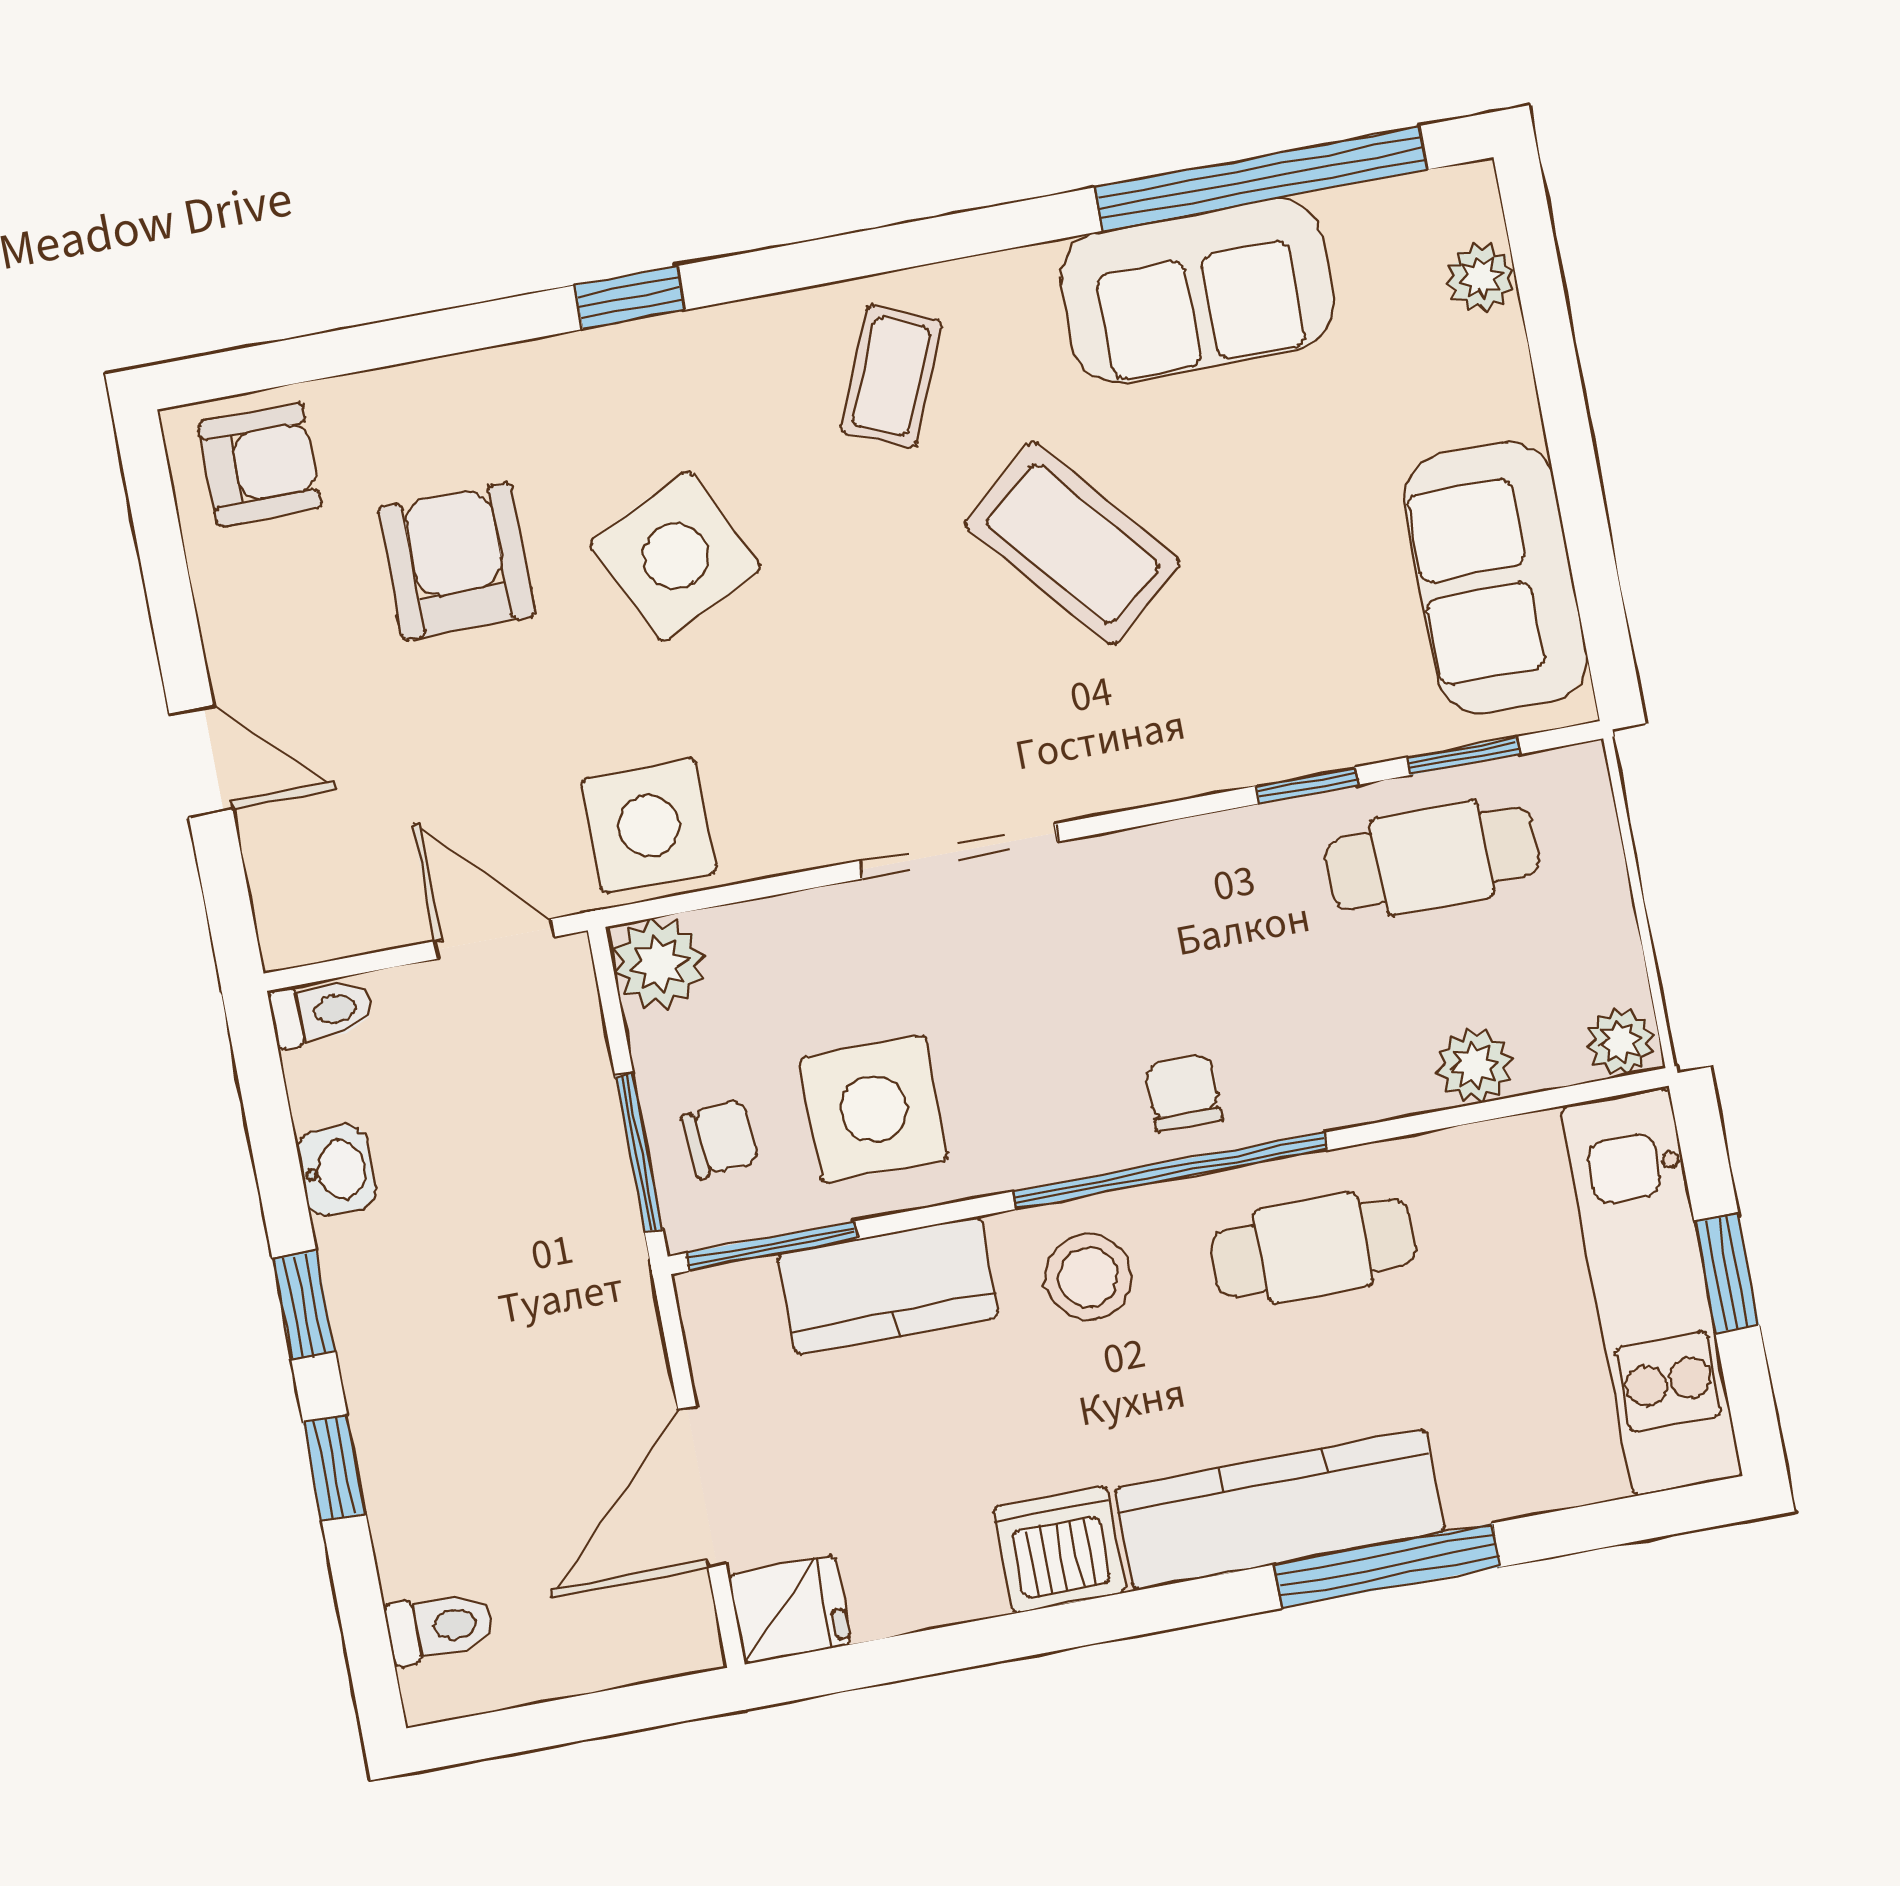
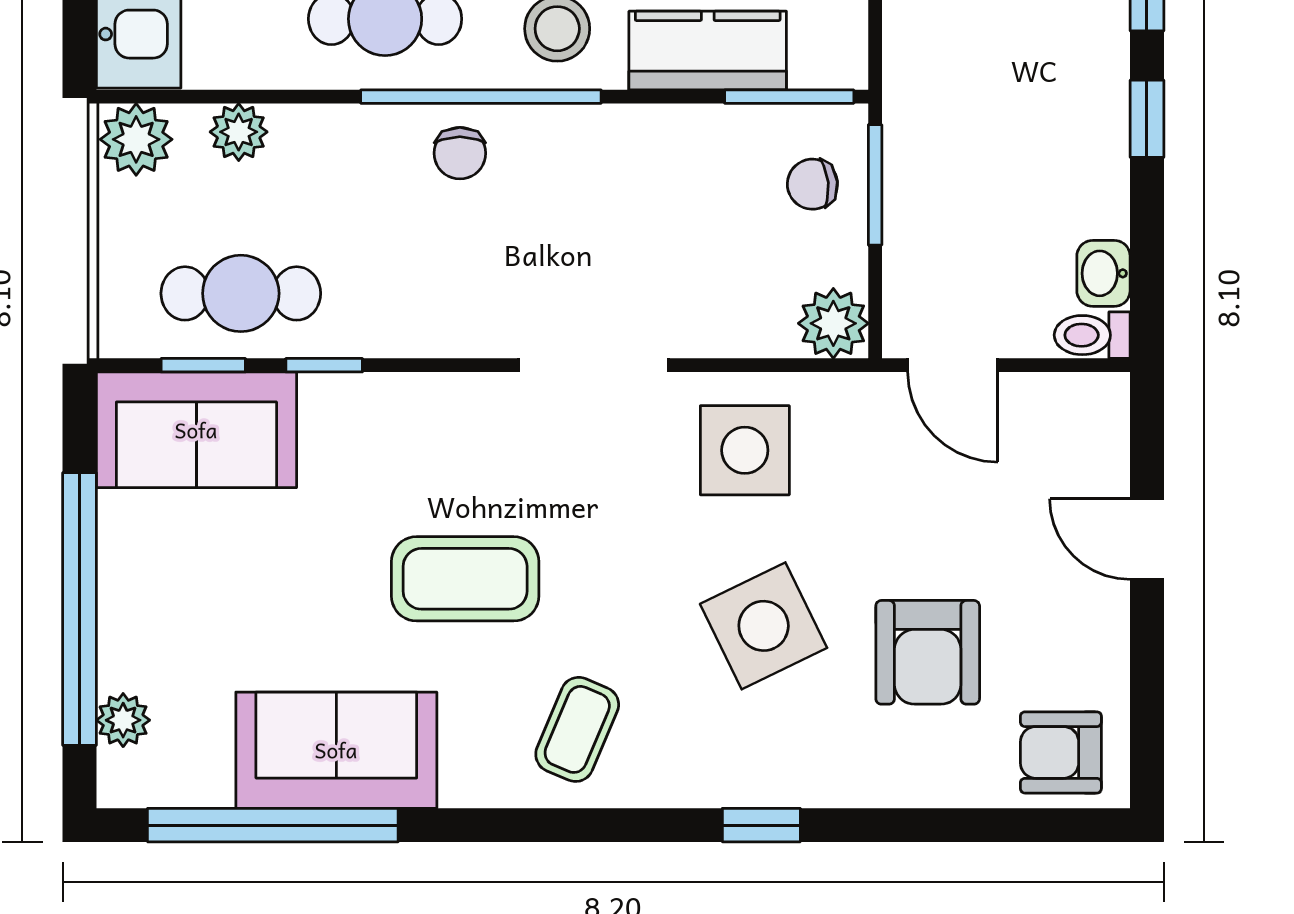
window: (1564, 410) -> (80, 609), added
coffee table: (1073, 544) -> (465, 579), turned -50
sofa: (1496, 578) -> (196, 430), moved, turned 90
side table: (648, 826) -> (745, 450), moved
plant: (1620, 1042) -> (136, 139), width x1.38, depth x1.38
side table: (874, 1109) -> (694, 185), removed
washbasin: (336, 1170) -> (1103, 273), moved

